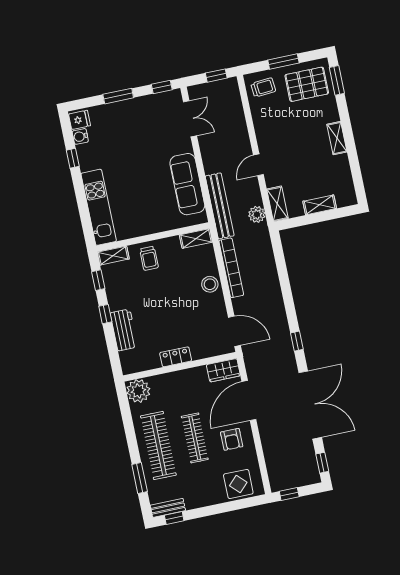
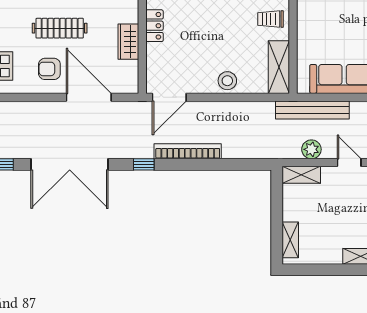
shelving: (320, 205) -> (290, 240), moved
plant: (257, 214) -> (311, 149), moved
shelving: (196, 239) -> (279, 67), width x1.50, depth x1.33
bookcase: (231, 268) -> (188, 151), moved, turned 180
wardrobe: (223, 370) -> (128, 42), moved

